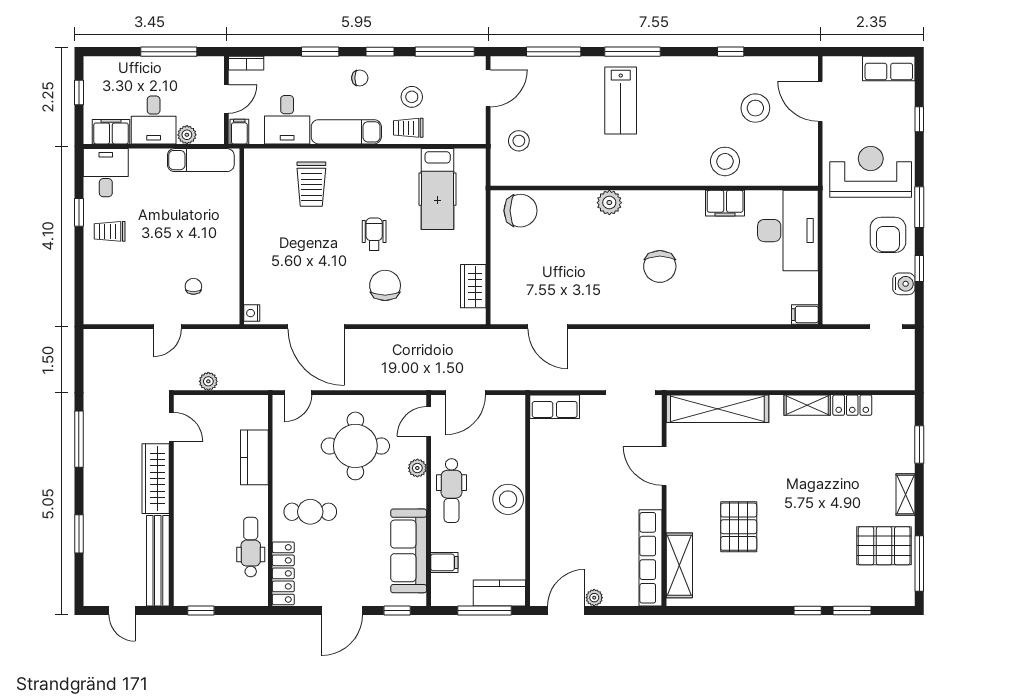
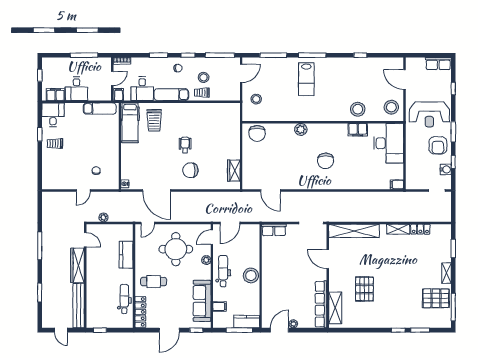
stool: (755, 108) -> (391, 107), moved
plant: (187, 135) -> (93, 96), removed
reception desk: (871, 172) -> (429, 114), turned 180
hospital bed: (438, 189) -> (130, 123), moved
chair: (520, 211) -> (257, 133), turned 90
chair: (385, 285) -> (190, 170), turned -90
dental chair: (452, 491) -> (223, 271), turned 180

